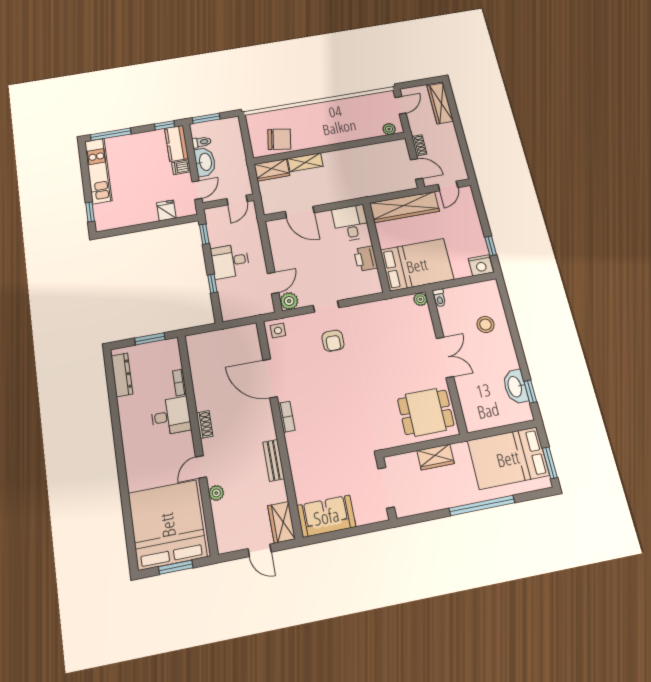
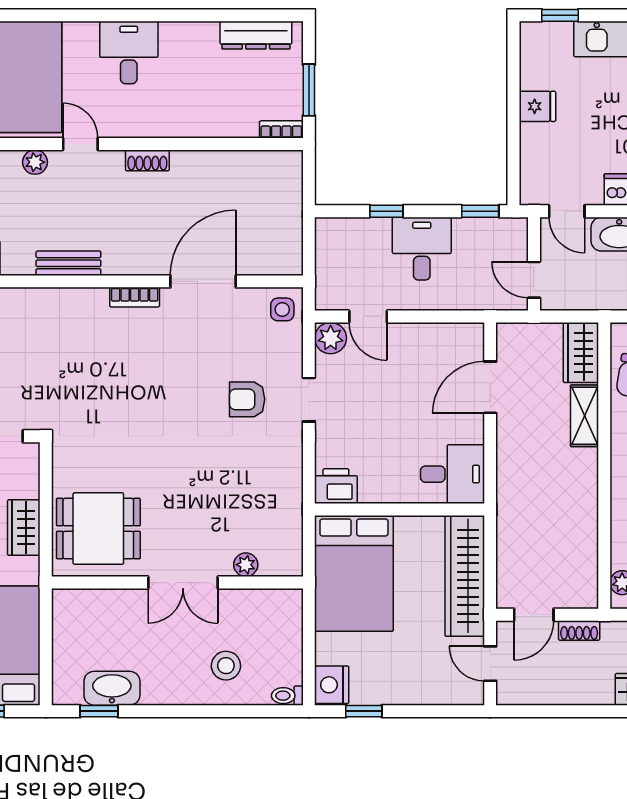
fridge: (166, 210) -> (537, 106), moved
printer: (366, 259) -> (336, 486), moved
toilet: (439, 298) -> (287, 696), moved
plant: (420, 299) -> (246, 565), moved
bookcase: (180, 382) -> (281, 129), moved
dining table: (426, 412) -> (98, 529), turned 90
desk: (171, 416) -> (129, 52), moved, turned 180

